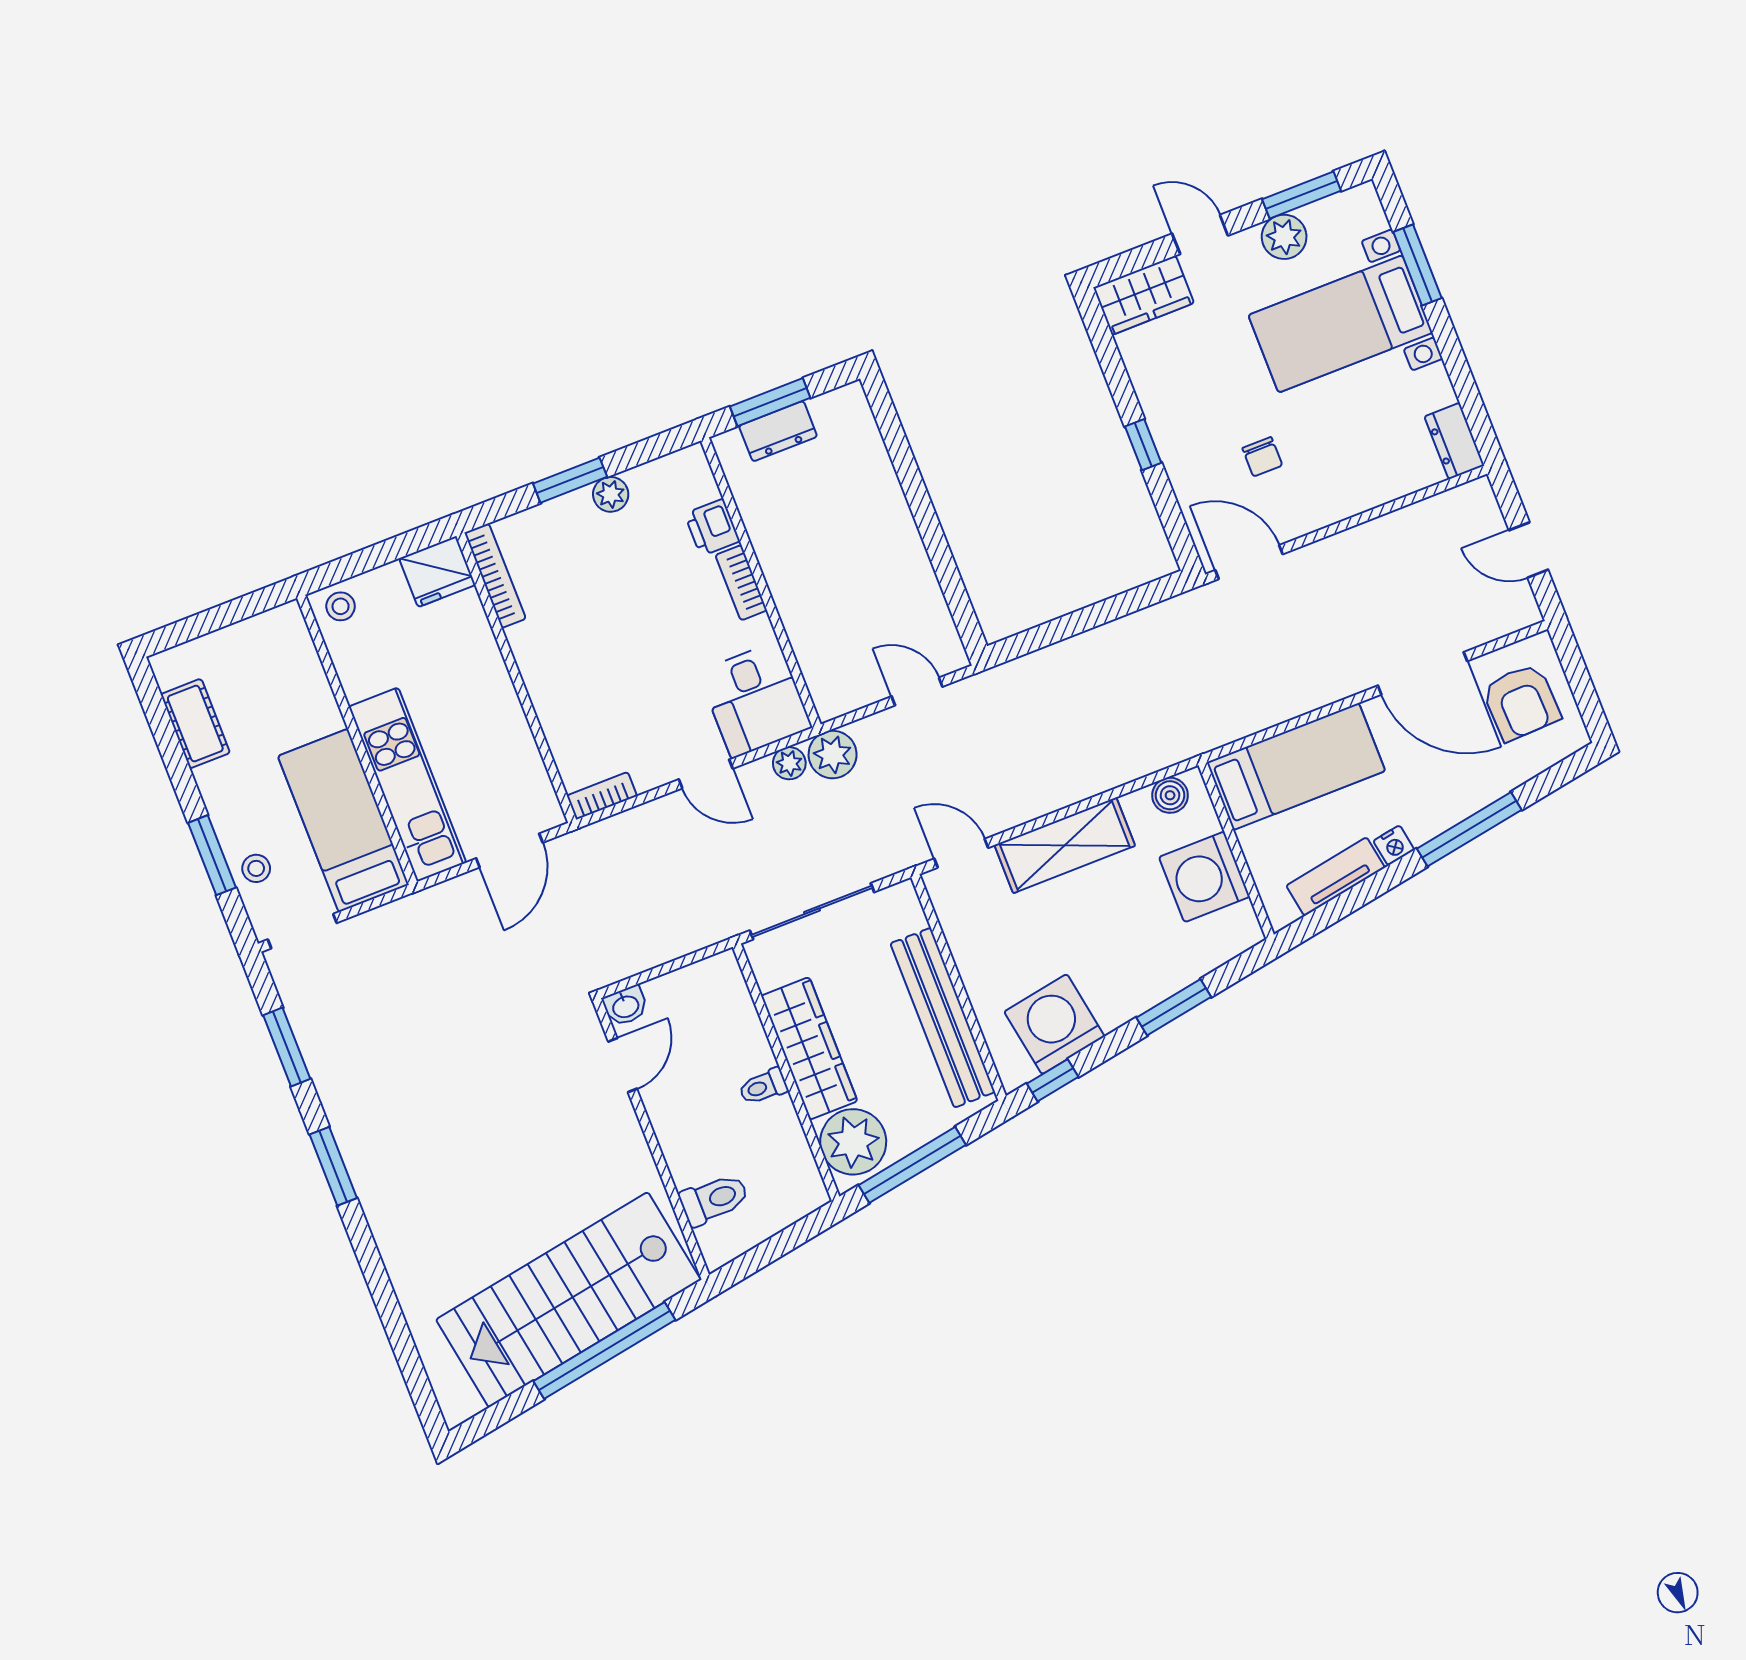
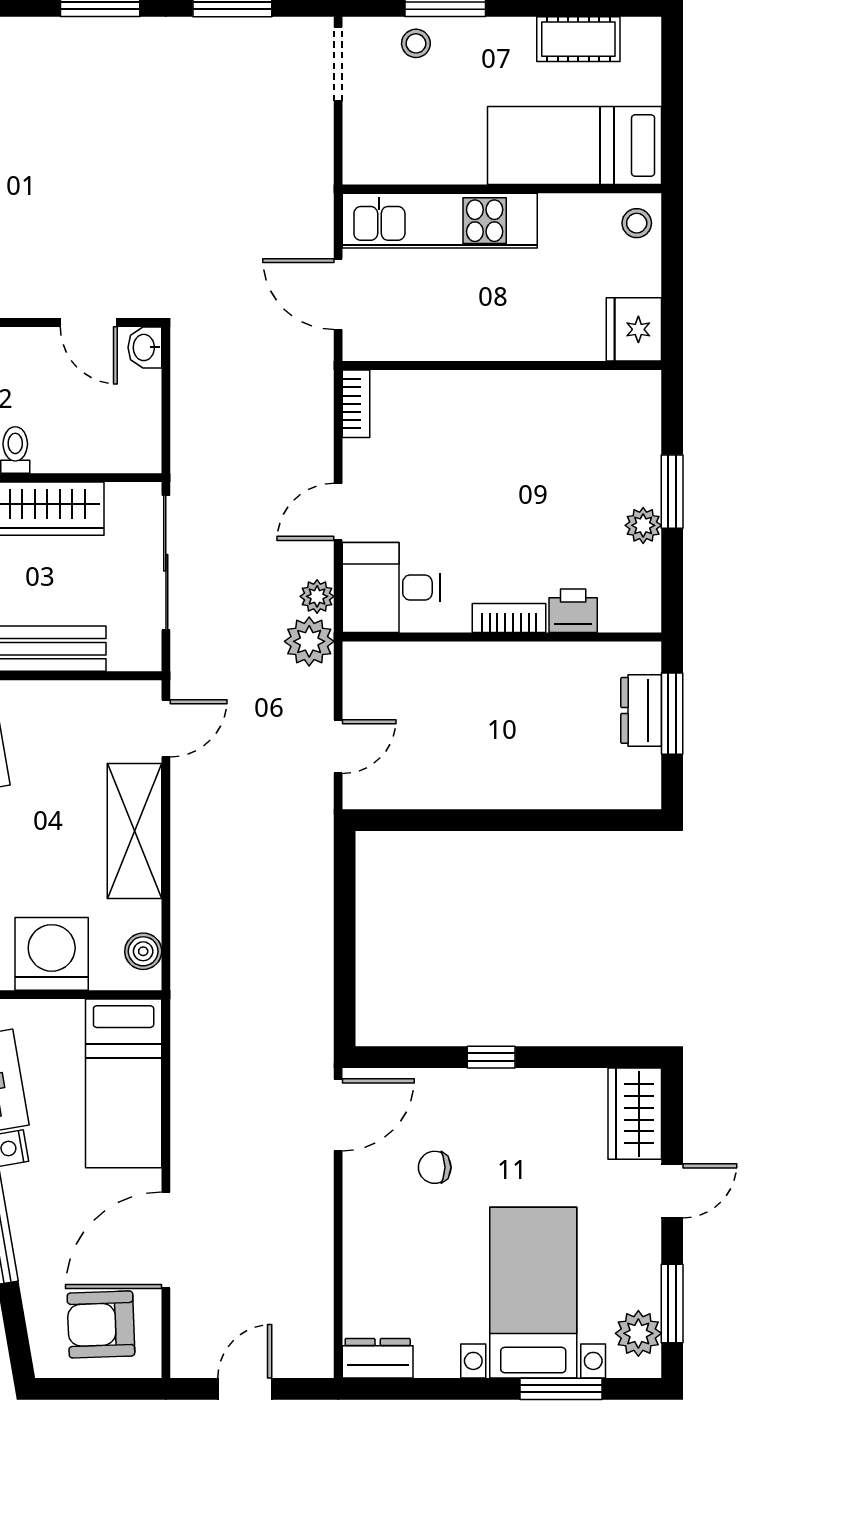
plant: (1284, 237) -> (638, 1333), moved
bookcase: (495, 576) -> (608, 383), removed
bed: (343, 820) -> (574, 146), moved, turned 180

